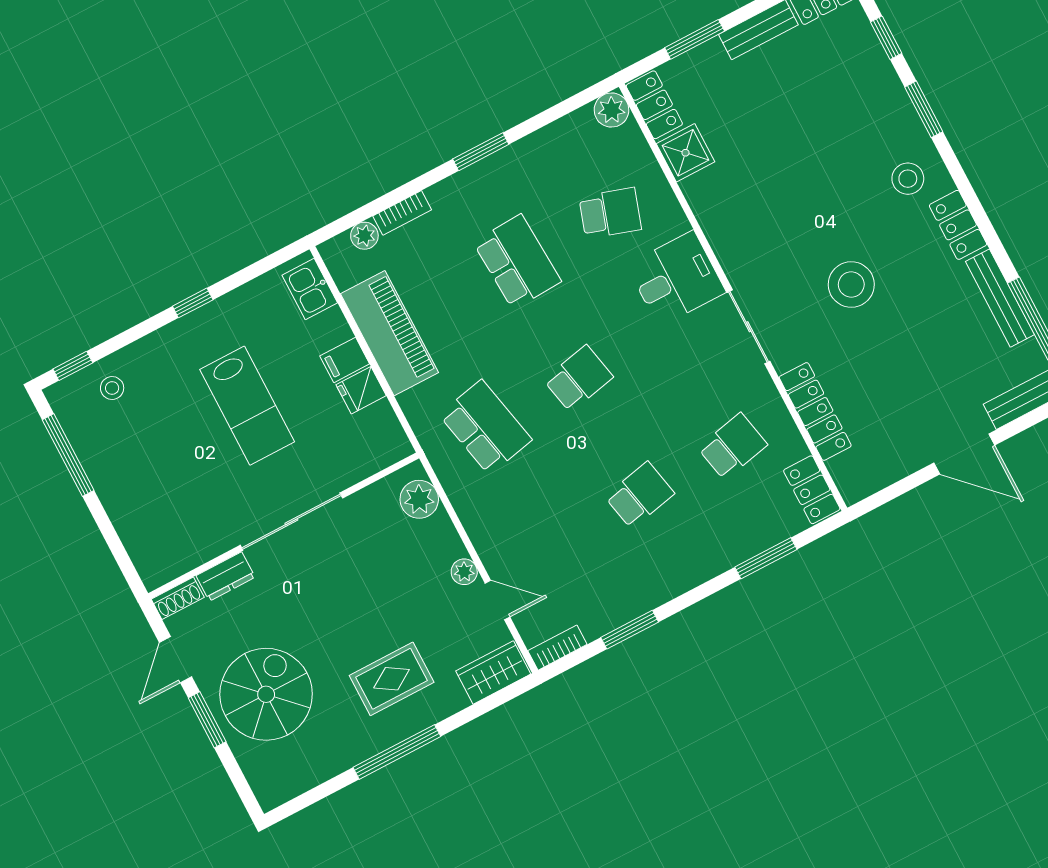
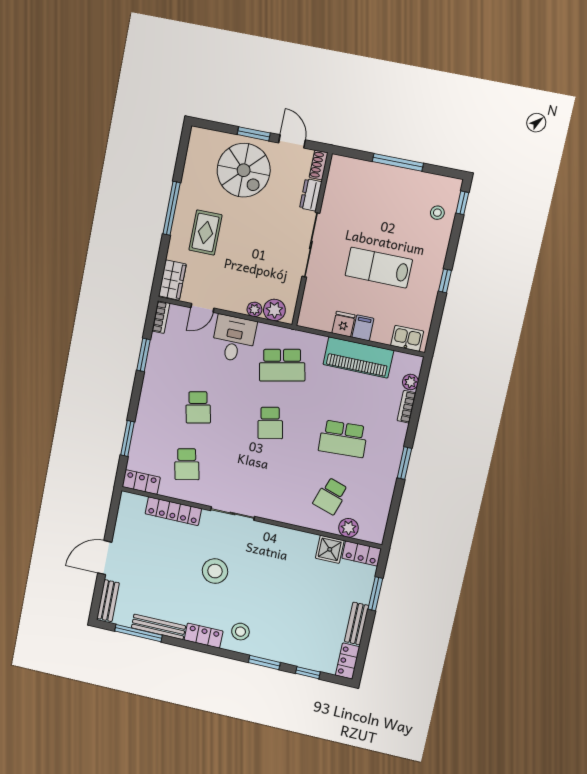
plant: (612, 110) -> (348, 528), moved
desk: (676, 279) -> (234, 339), moved, turned 180
window: (68, 455) -> (398, 162), moved
plant: (464, 572) -> (254, 309), moved

